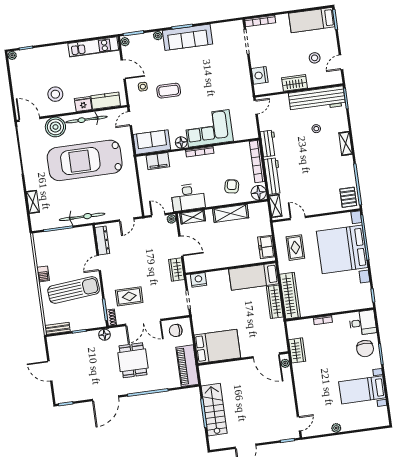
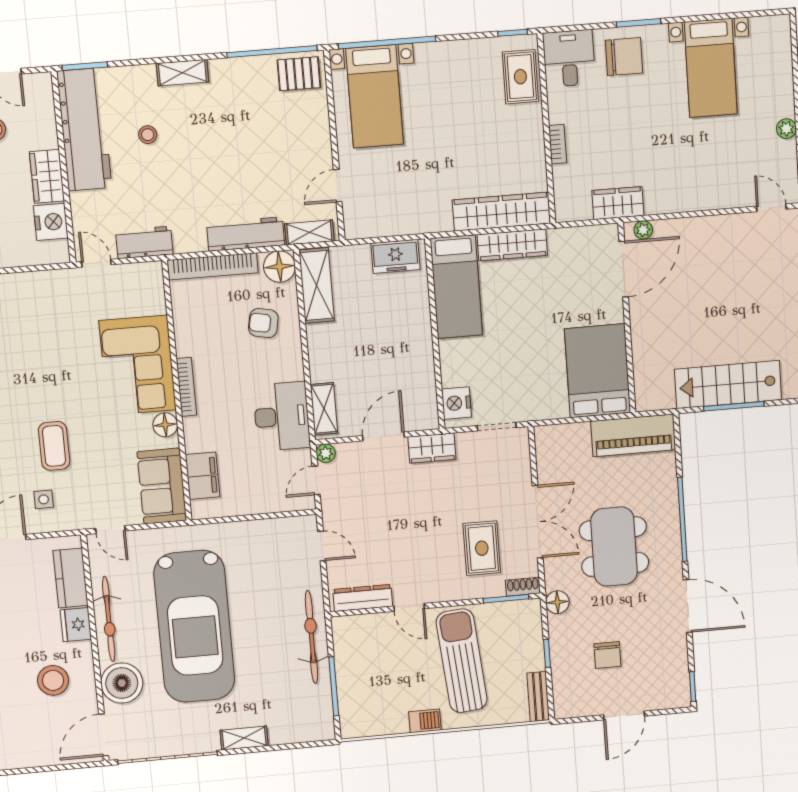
nightstand: (260, 75) -> (51, 222), moved, turned -90
workbench: (268, 144) -> (144, 242), moved
shelving: (33, 202) -> (244, 738), moved
shelving: (231, 213) -> (317, 285), moved
rug: (295, 248) -> (520, 77), moved, turned 90
bed with nightstands: (342, 249) -> (375, 96), width x0.54
chair: (176, 330) -> (607, 655), moved
dining table: (133, 360) -> (614, 547), width x1.38

